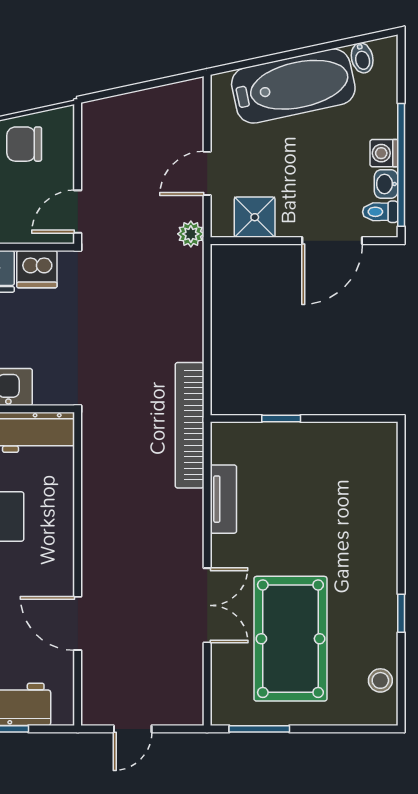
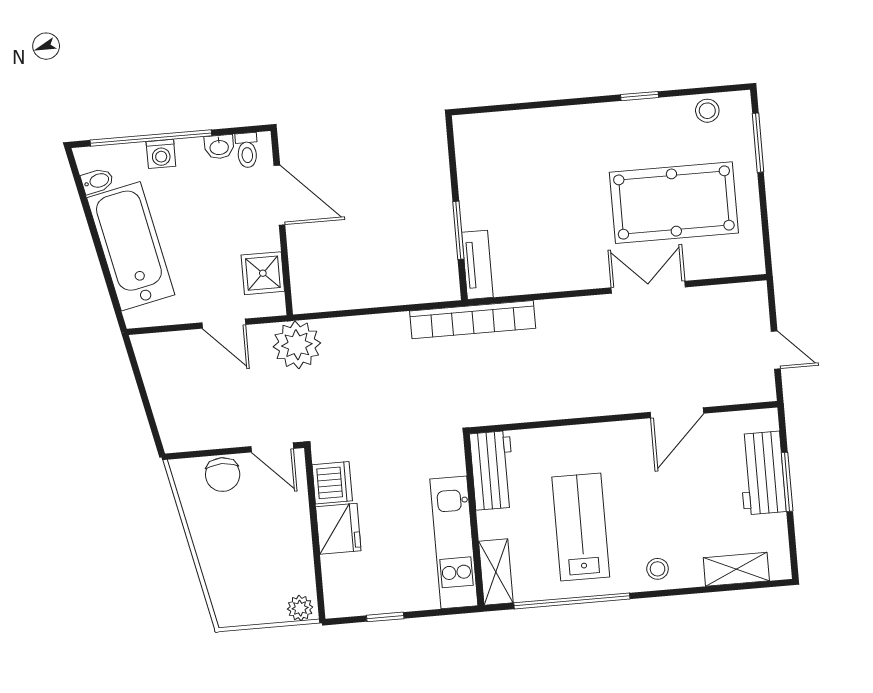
chair: (24, 144) -> (223, 475), moved
washing machine: (384, 153) -> (161, 154), moved
window: (401, 165) -> (151, 138), moved
plant: (191, 234) -> (297, 345), width x1.88, depth x1.88
window: (281, 419) -> (458, 230), width x1.50
tv unit: (223, 499) -> (477, 265), moved, turned 90
window: (259, 729) -> (758, 143), moved

